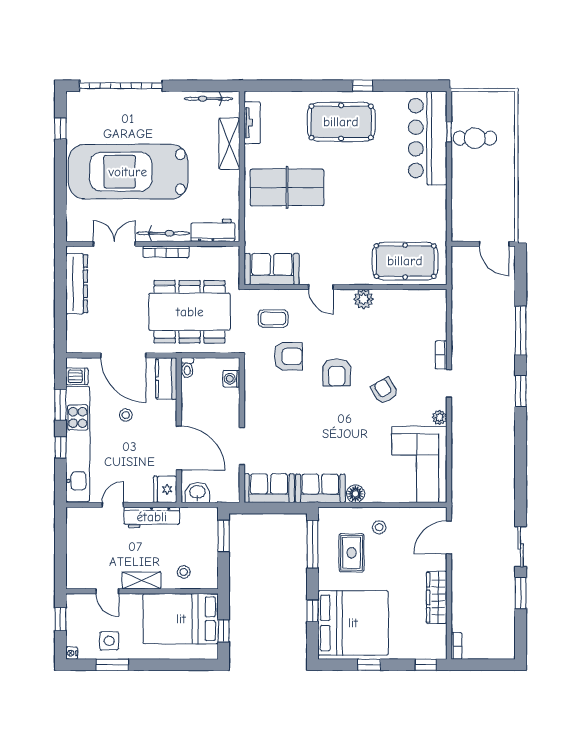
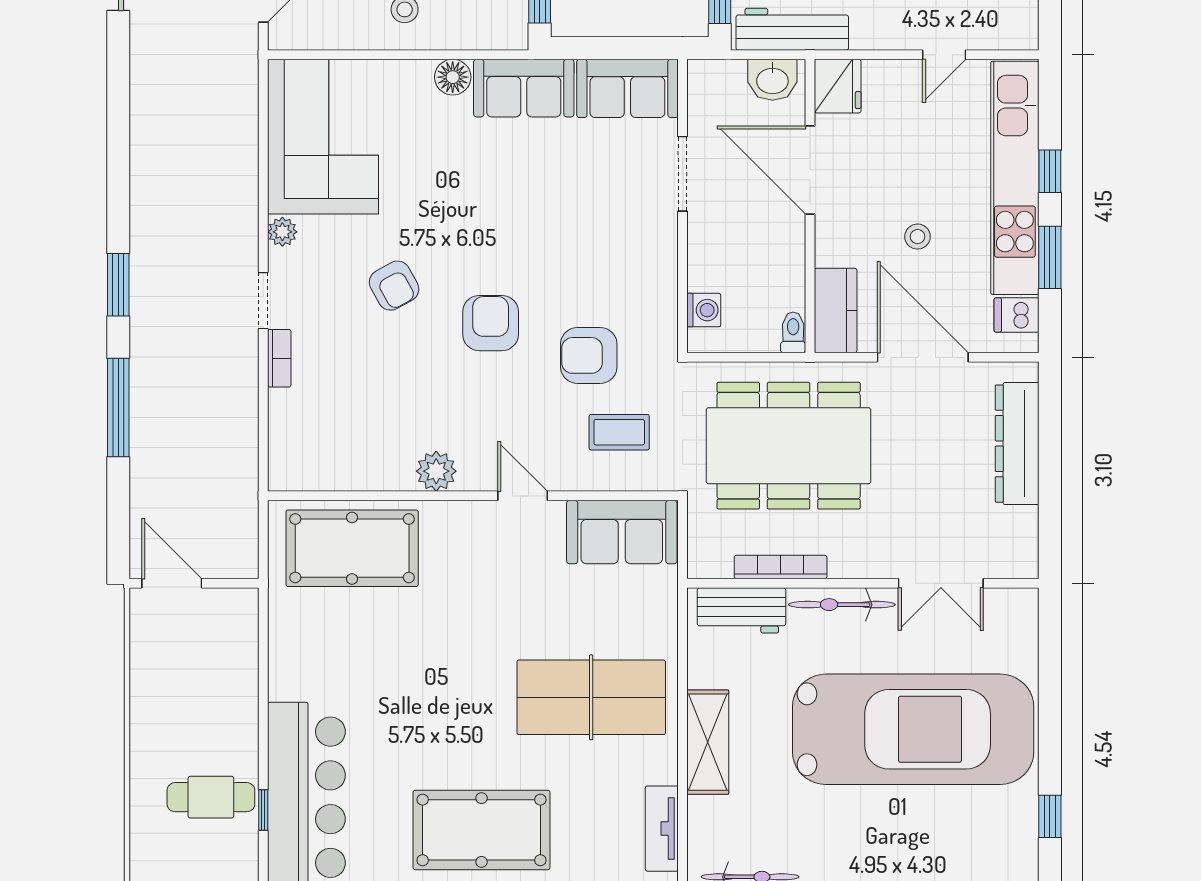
shelving: (229, 144) -> (708, 742), moved
bookcase: (166, 252) -> (781, 567), moved
dresser: (77, 284) -> (1017, 444), moved
workbench: (152, 517) -> (792, 29), moved

